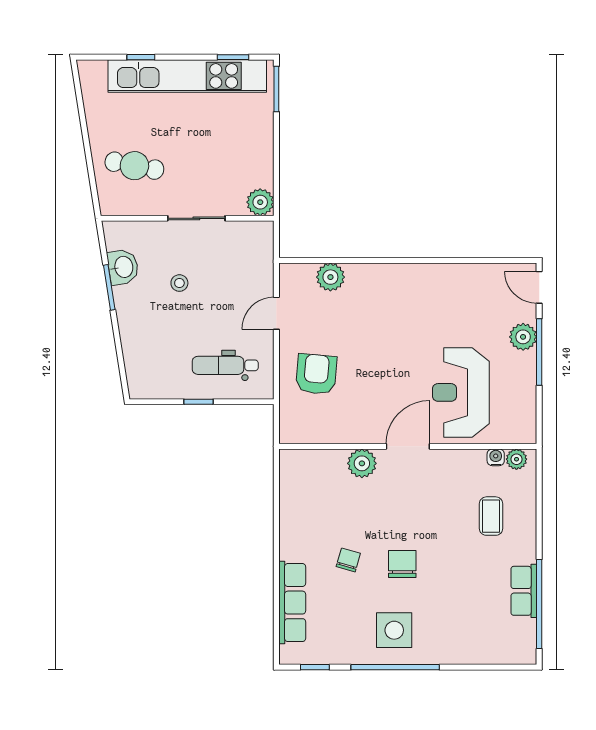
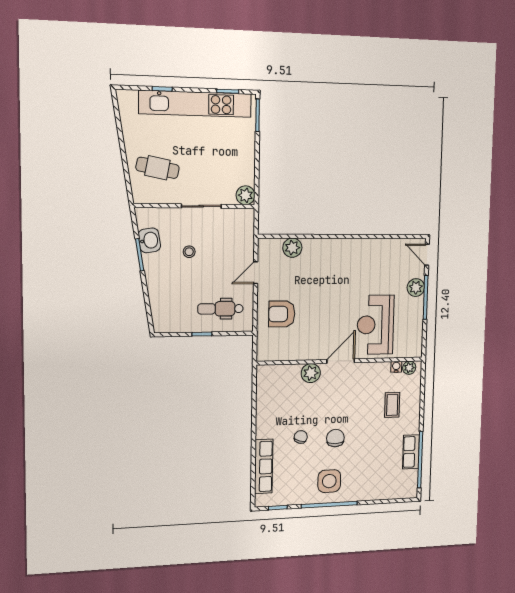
armchair: (316, 374) -> (282, 314), turned -95

